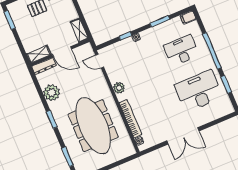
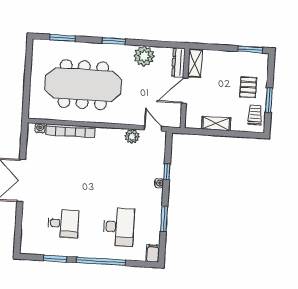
shelving: (79, 30) -> (216, 124), moved
door: (100, 61) -> (153, 128), hinge flipped
plant: (119, 88) -> (132, 136), moved
desk: (198, 91) -> (63, 224), width x0.53, depth x0.77

